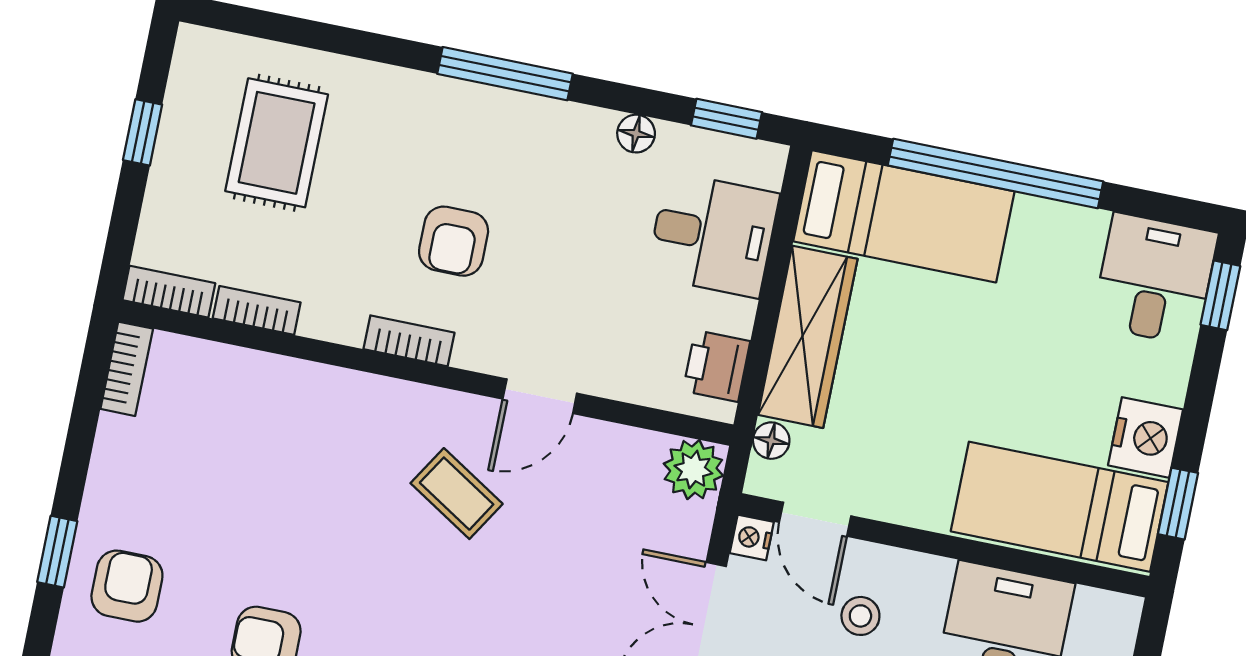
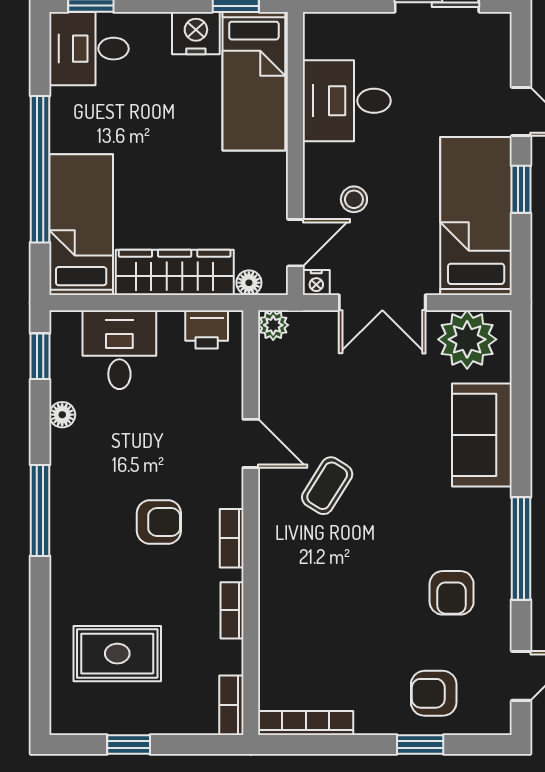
bookcase: (257, 310) -> (232, 610), moved
bookcase: (127, 369) -> (306, 723), width x1.56
plant: (693, 470) -> (273, 325), width x0.73, depth x0.73

